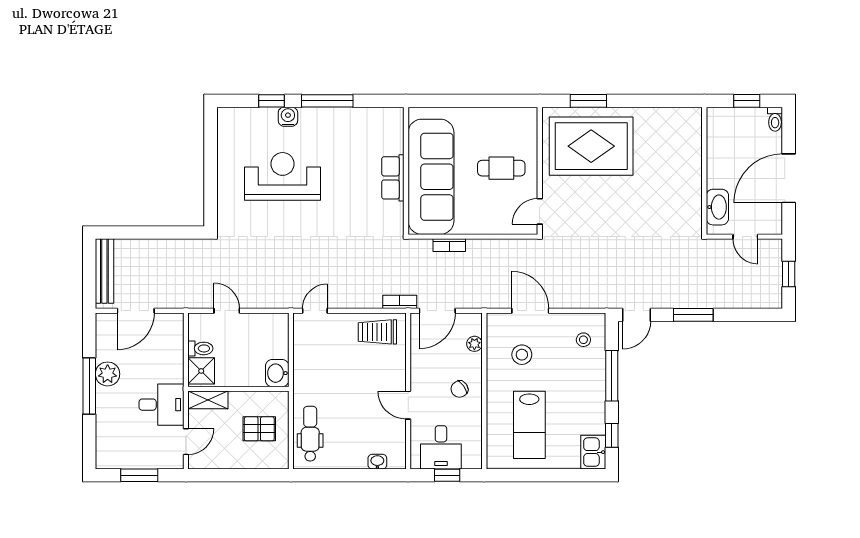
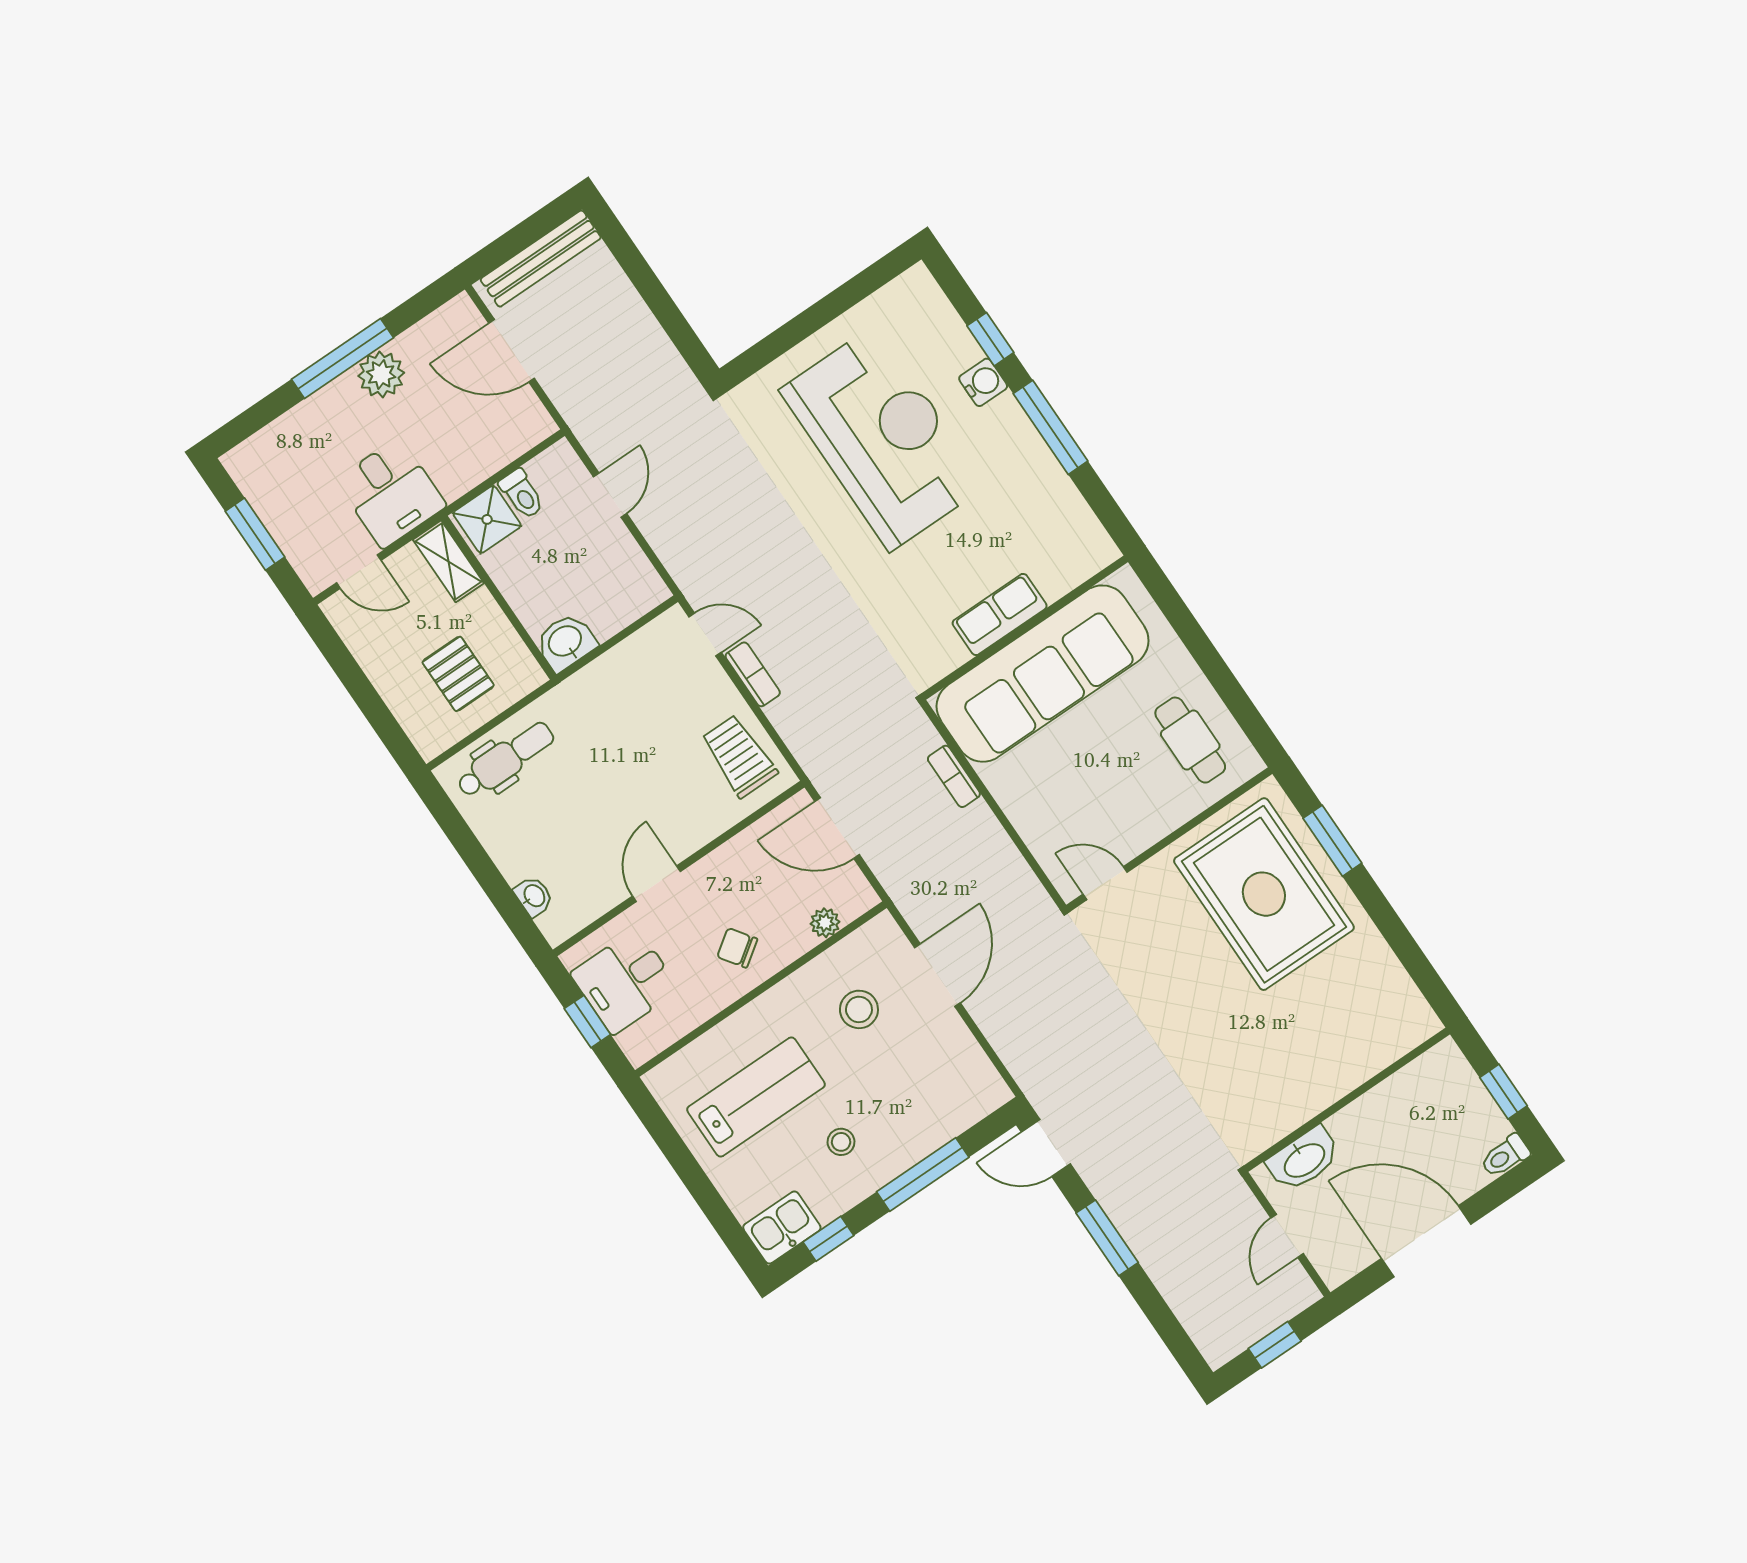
cafe table: (501, 168) -> (1190, 740), moved
reception desk: (283, 176) -> (883, 438), width x1.36, depth x1.30
bookcase: (400, 302) -> (753, 674), moved
stool: (583, 340) -> (841, 1142), moved
lab bench: (529, 425) -> (756, 1097), turned 180

